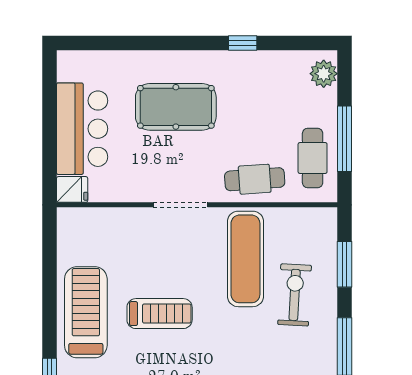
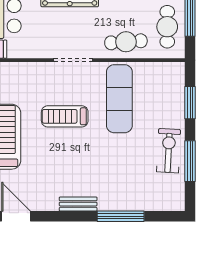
exercise bike: (295, 295) -> (169, 151), moved
treadmill: (160, 314) -> (65, 116), moved, turned 180

